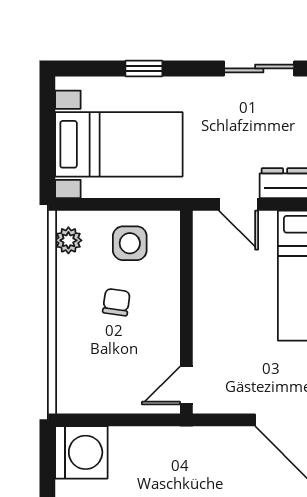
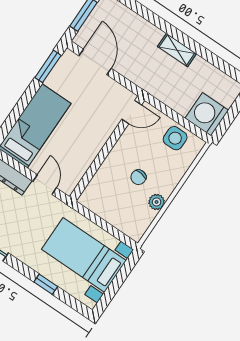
plant: (68, 240) -> (157, 202), moved
side table: (130, 243) -> (175, 138), moved

